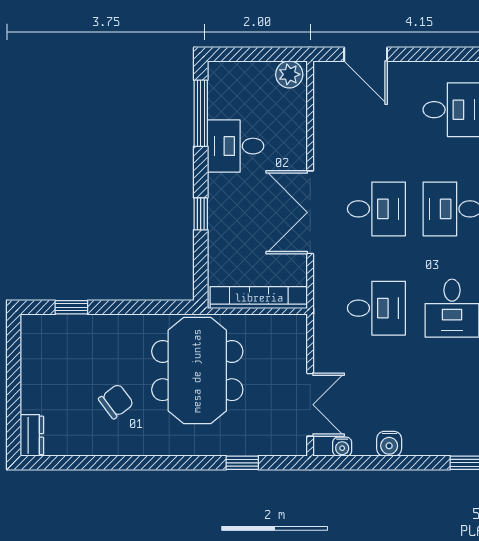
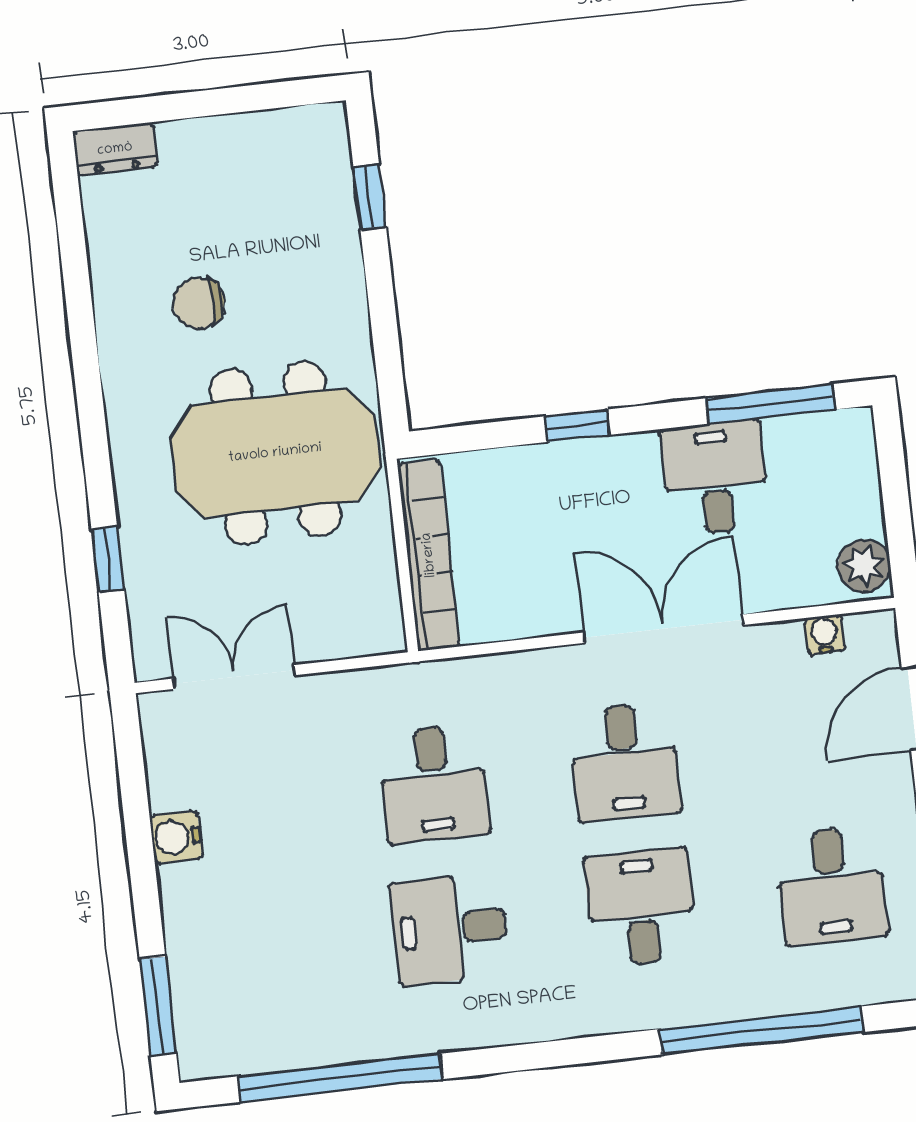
double door: (310, 212) -> (663, 629), moved
chair: (116, 401) -> (199, 303), turned 127
double door: (310, 405) -> (234, 677), swing flipped
water cooler: (342, 447) -> (825, 634), moved, turned 90

